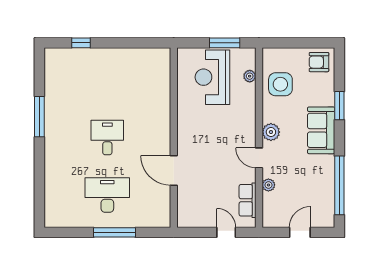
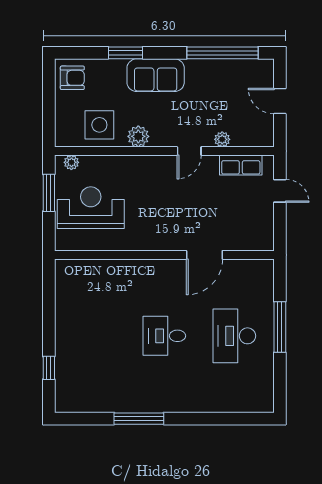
armchair: (319, 62) -> (72, 78), turned -90
plant: (250, 76) -> (71, 162), moved
reception desk: (212, 77) -> (91, 208), turned 180
plant: (271, 132) -> (138, 136), moved
door: (226, 232) -> (280, 191), swing flipped

